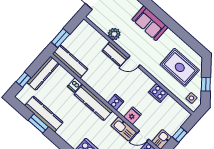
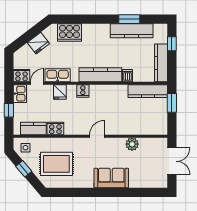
kitchen counter: (115, 54) -> (33, 128), moved

